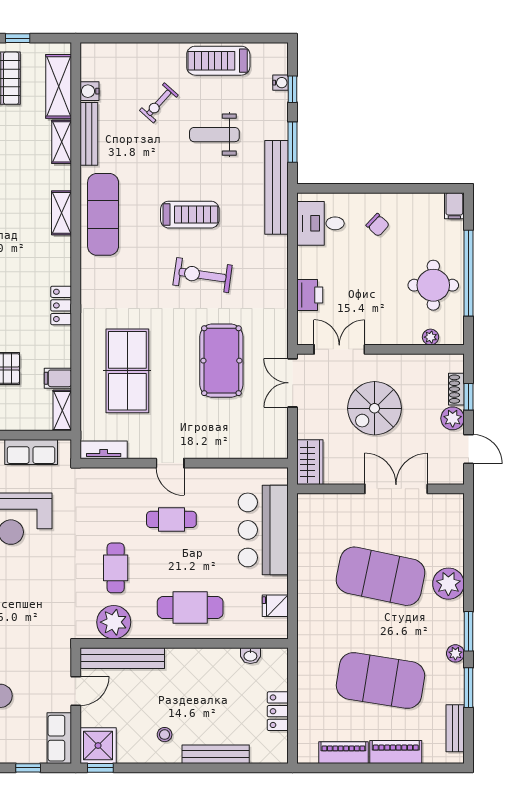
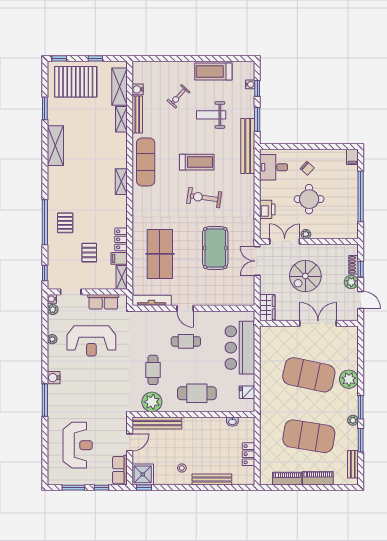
shelving: (62, 213) -> (121, 182), moved
round table: (433, 285) -> (309, 199), moved
locker: (61, 305) -> (121, 239), moved
plant: (431, 337) -> (306, 234), moved
tv unit: (104, 450) -> (152, 300), width x1.41

